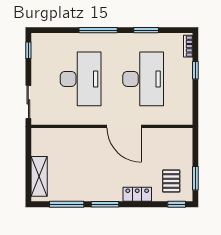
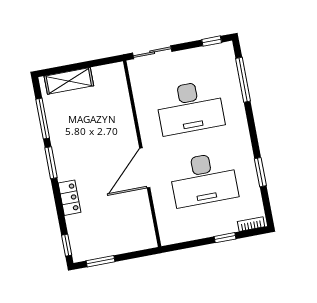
window: (98, 30) -> (243, 80), moved
pallet: (171, 181) -> (92, 234), removed

